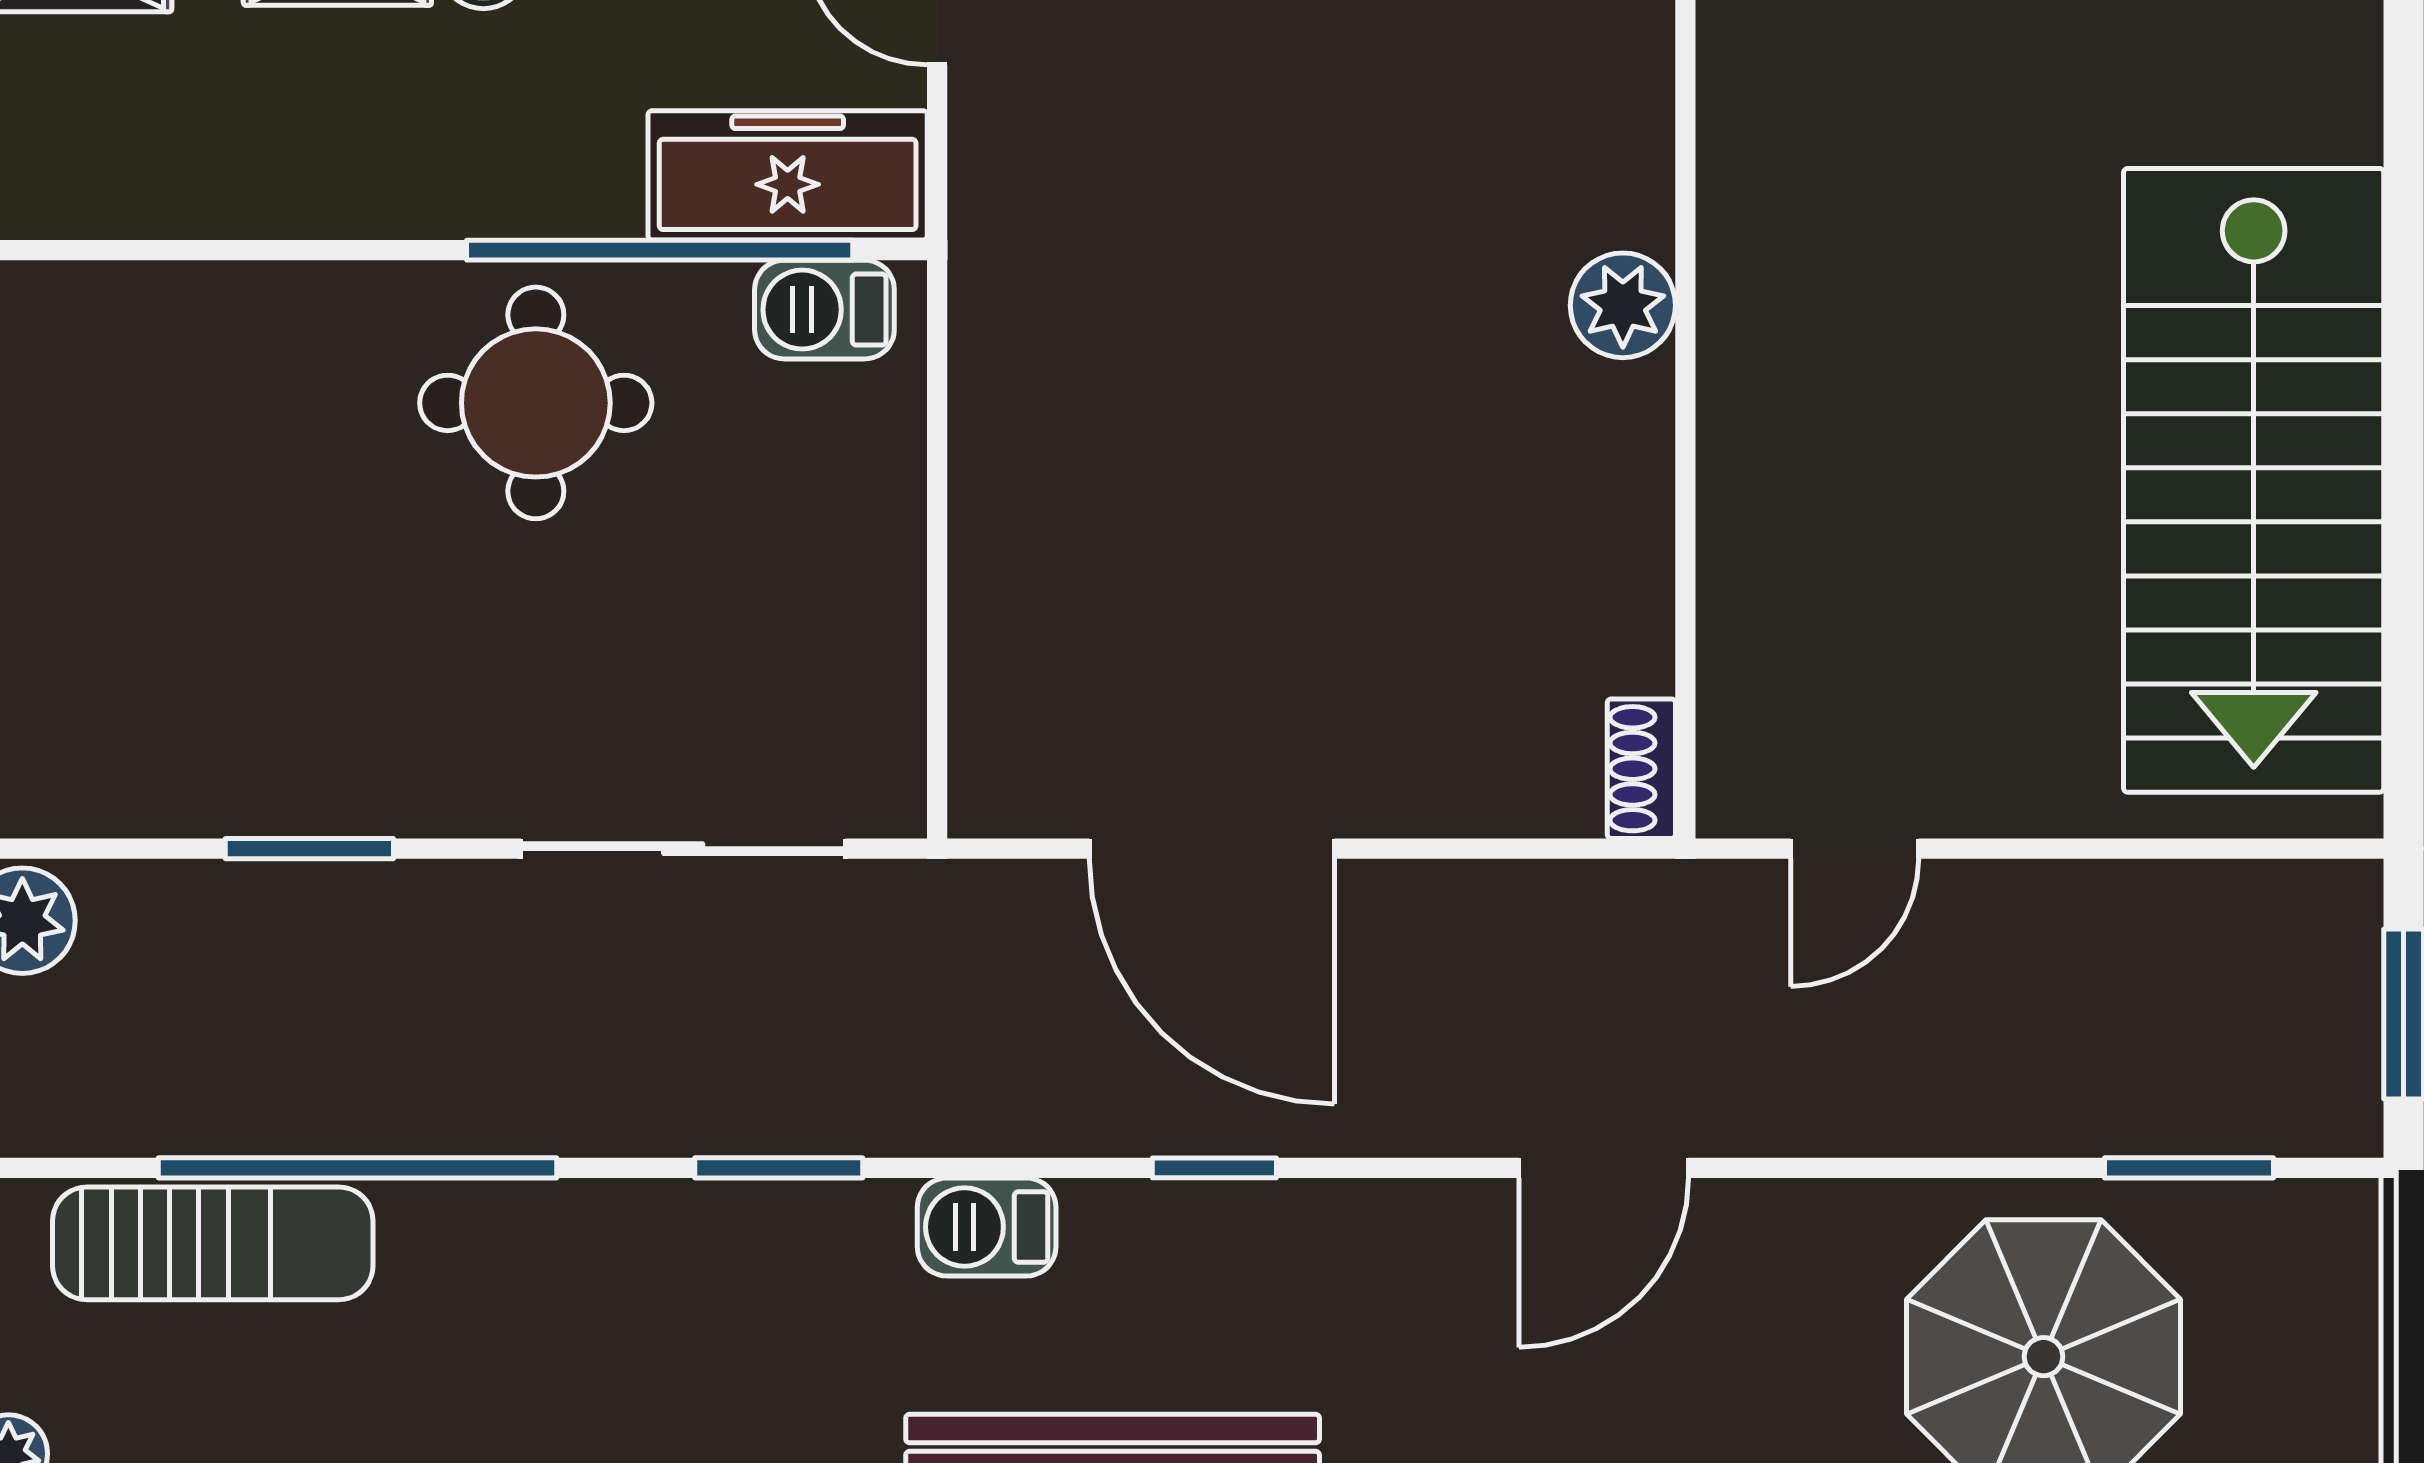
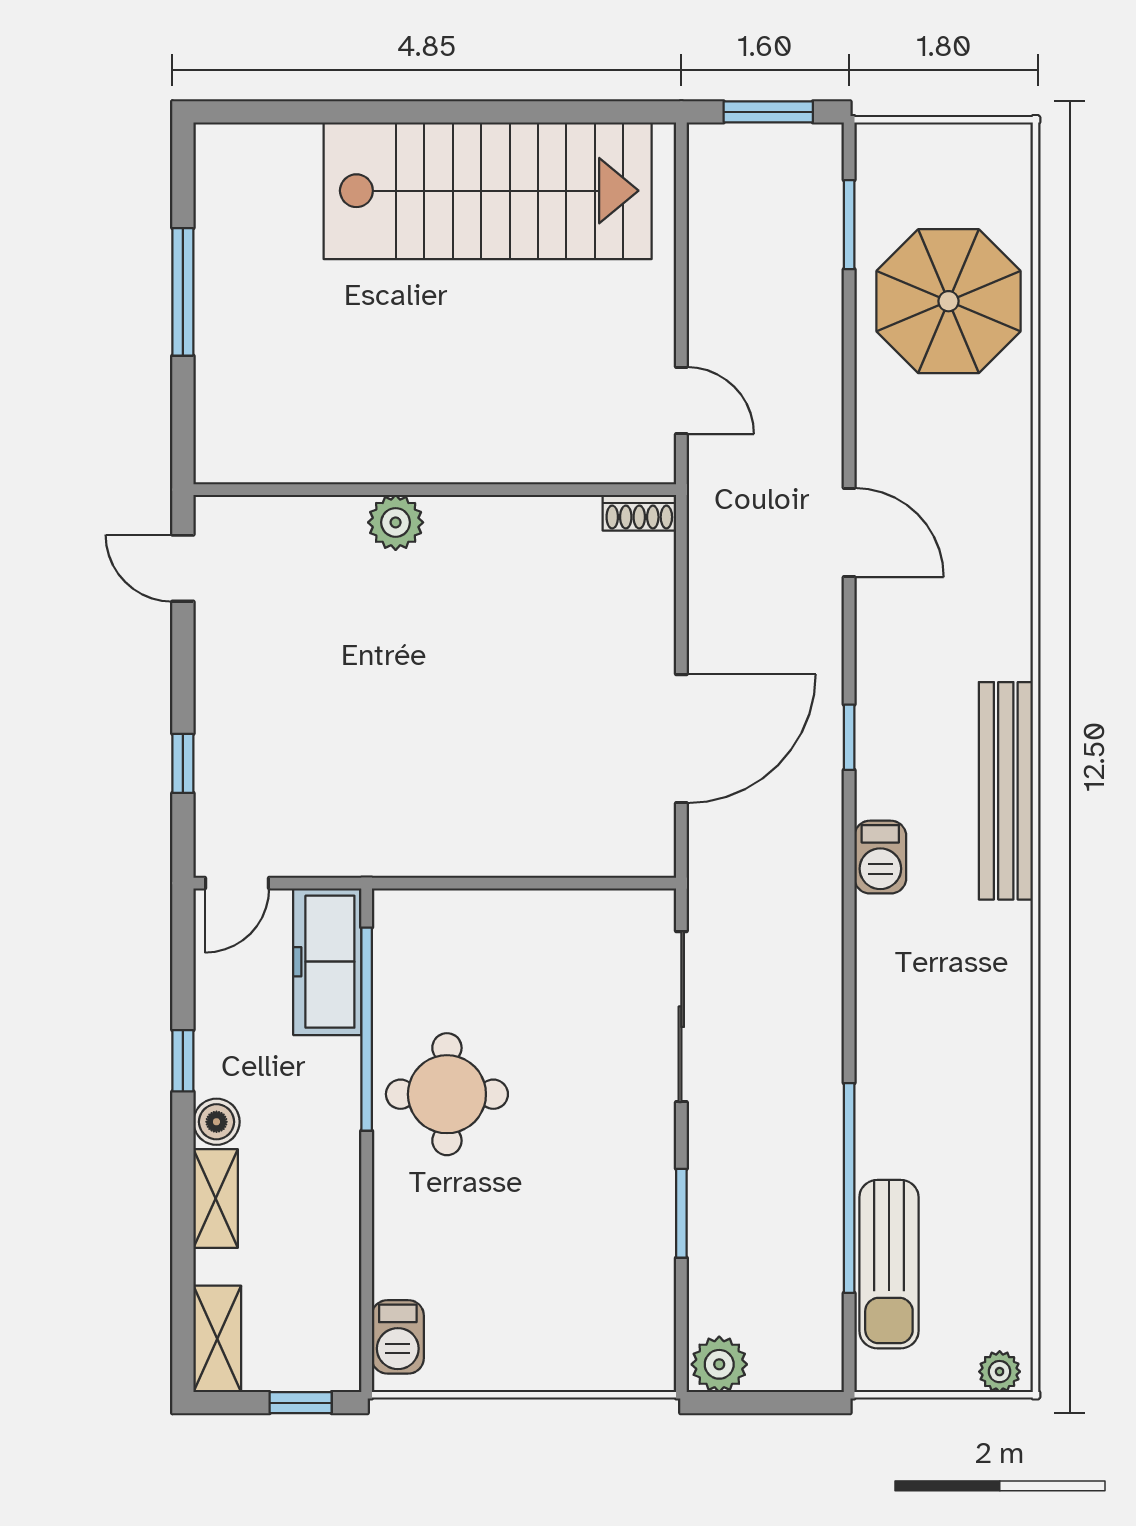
barbecue: (824, 310) -> (398, 1337), moved
window: (779, 1168) -> (849, 966), removed
sun lounger: (213, 1243) -> (889, 1264), turned 180

